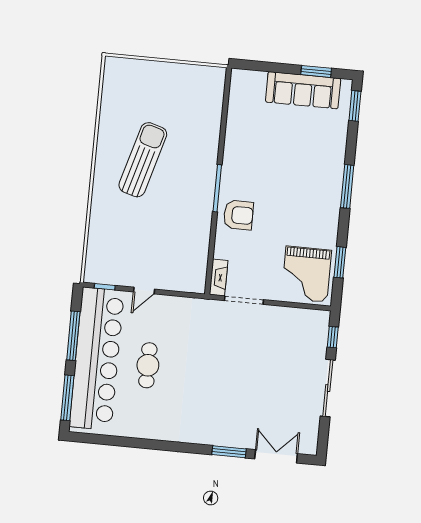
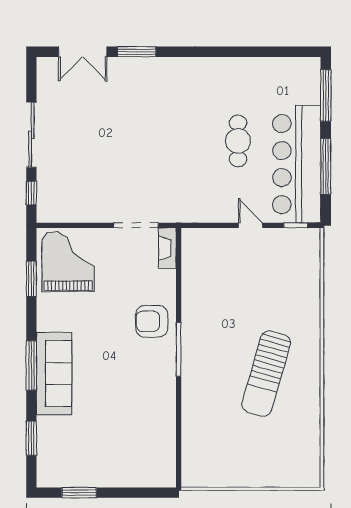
sofa: (303, 90) -> (54, 374), moved, turned 90
window: (355, 106) -> (31, 438), moved
door: (144, 291) -> (250, 225), hinge flipped
bar counter: (97, 359) -> (297, 164), width x0.73

